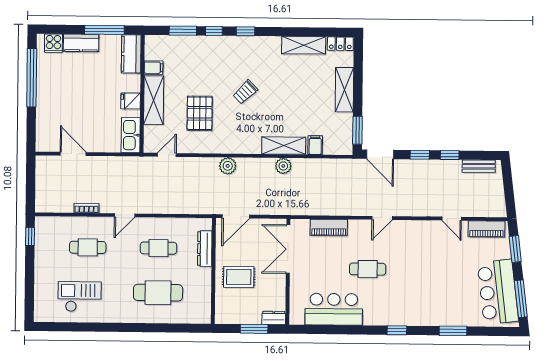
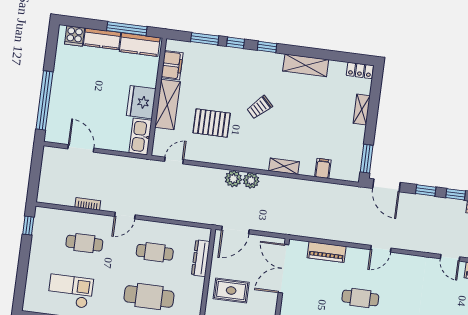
shelving: (304, 45) -> (306, 65), moved
kitchen counter: (131, 54) -> (140, 45), moved, turned -90
filing cabinet: (154, 68) -> (172, 65), width x2.00
window: (32, 78) -> (44, 100), moved
shelving: (344, 90) -> (362, 110), width x0.67, depth x0.75
fridge: (131, 101) -> (141, 102), width x1.88, depth x1.34
pallet: (200, 113) -> (212, 123), turned 90
shelving: (284, 146) -> (284, 166), width x0.67, depth x0.75
plant: (283, 166) -> (251, 180), moved

